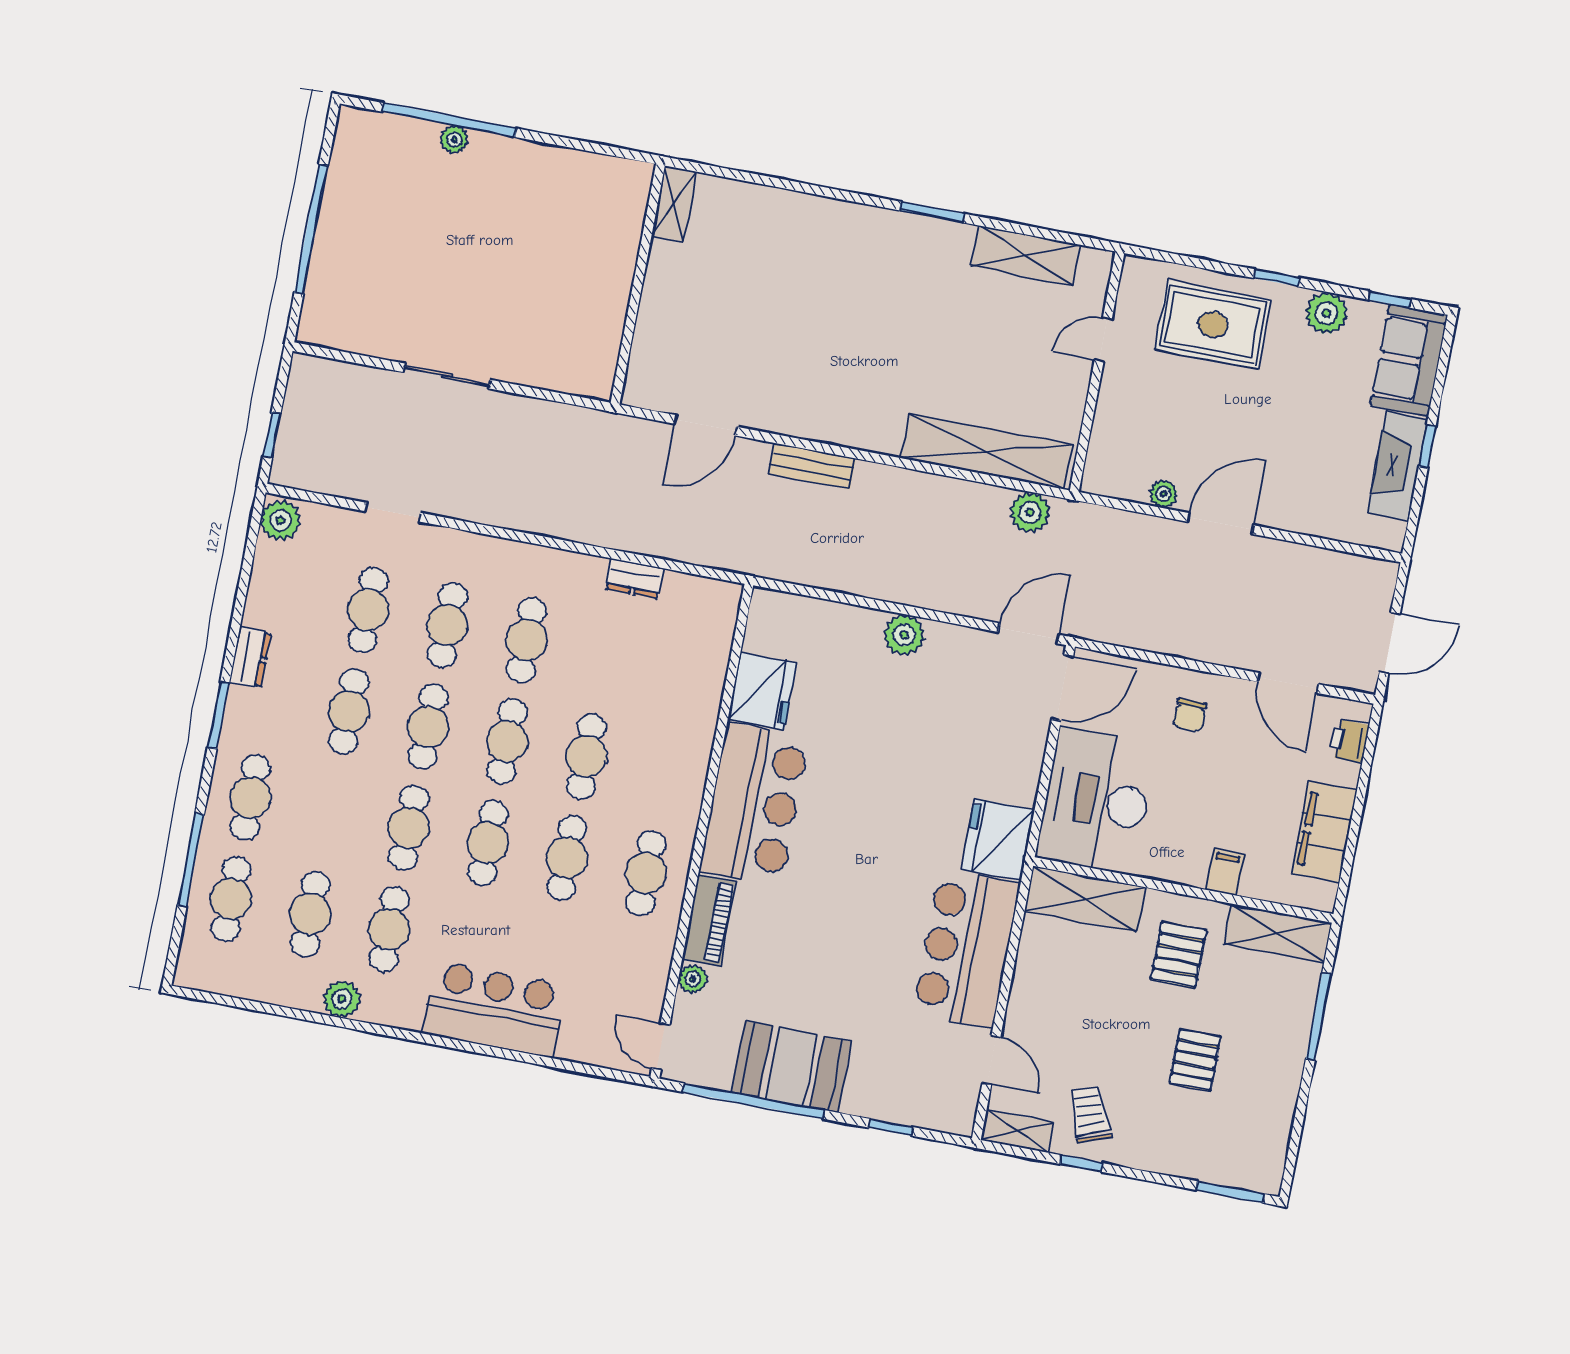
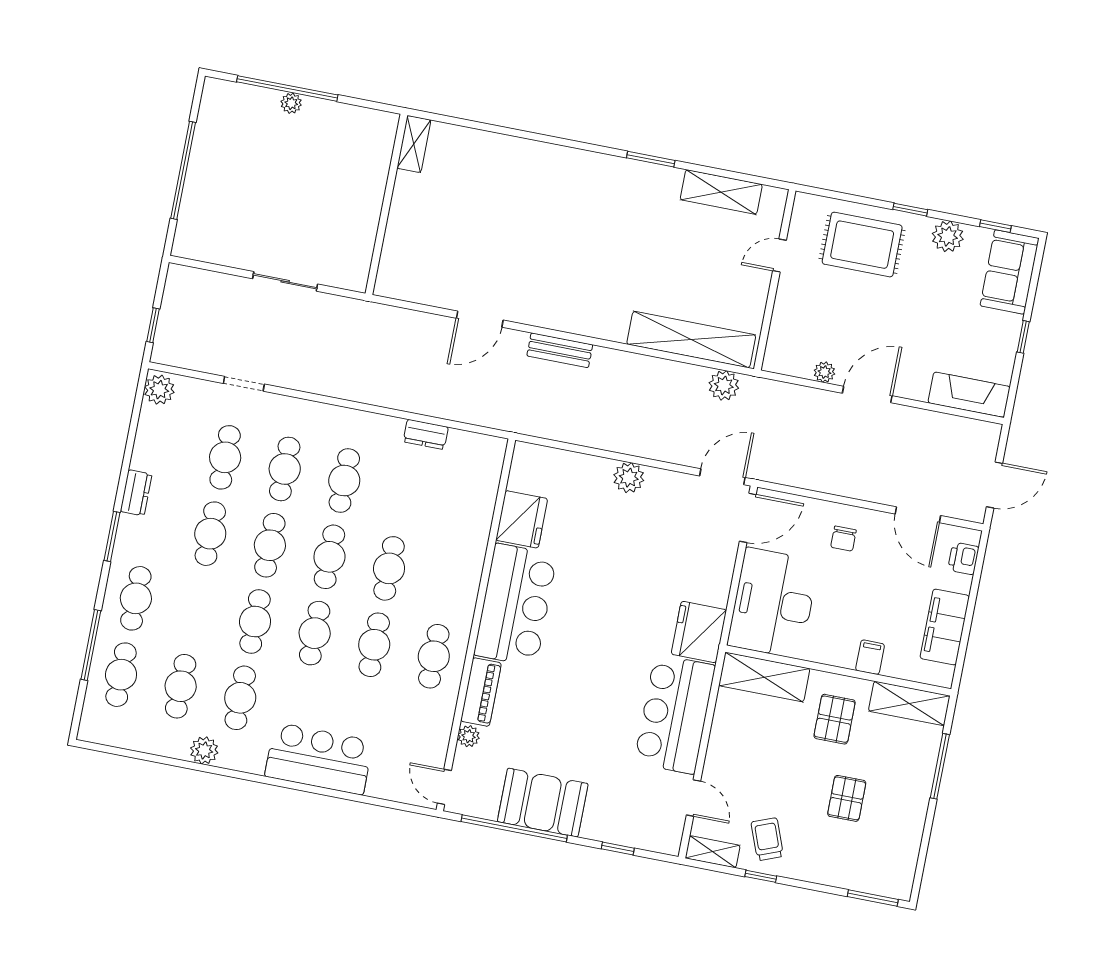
shelving: (674, 204) -> (414, 144), moved
wall: (638, 284) -> (386, 204), moved
fireplace: (1397, 466) -> (969, 395), moved, turned 90

